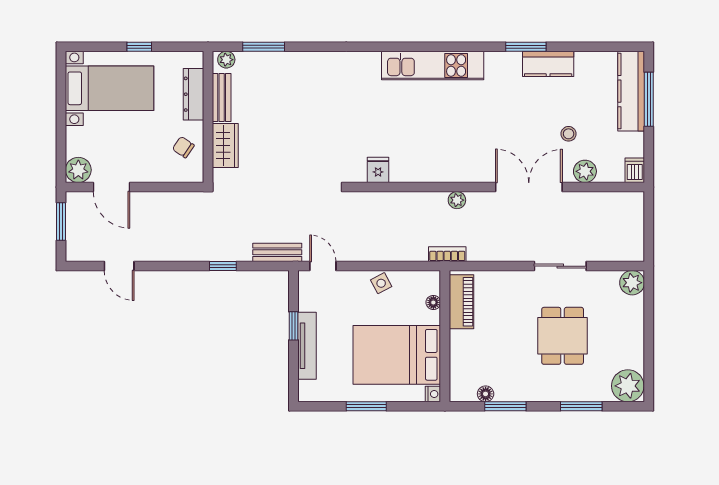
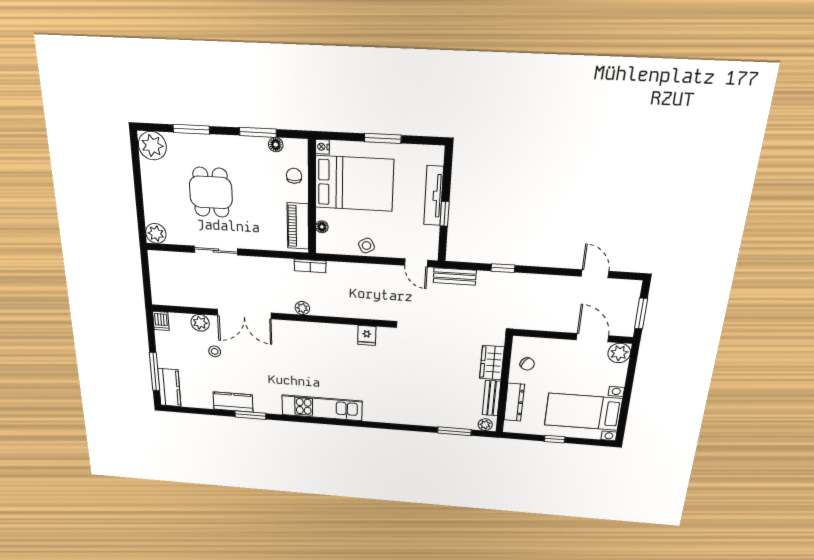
kitchen counter: (631, 91) -> (169, 388), width x0.67
chair: (465, 360) -> (294, 176), added

